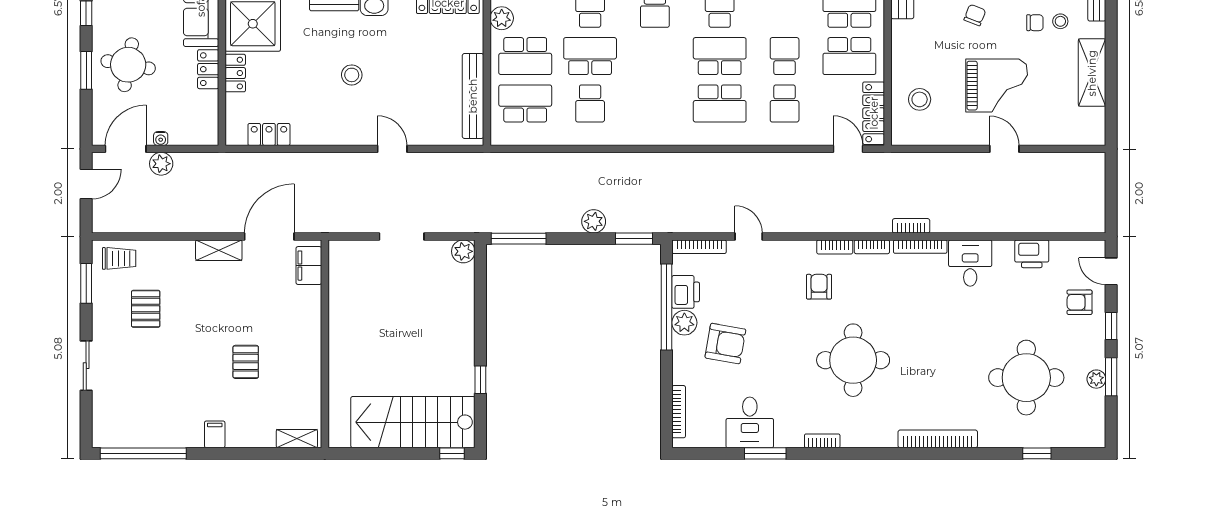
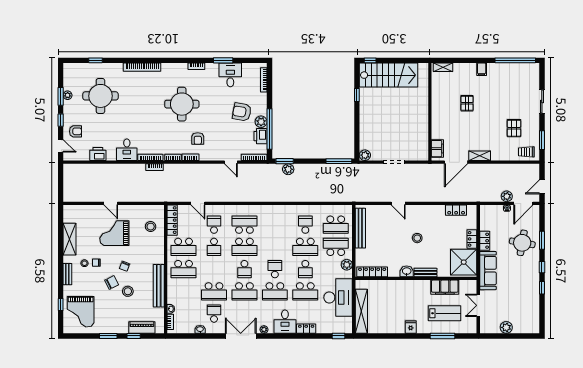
school desk: (849, 56) -> (184, 247), turned 180
door: (848, 149) -> (198, 203), moved
plant: (594, 221) -> (288, 169), moved

